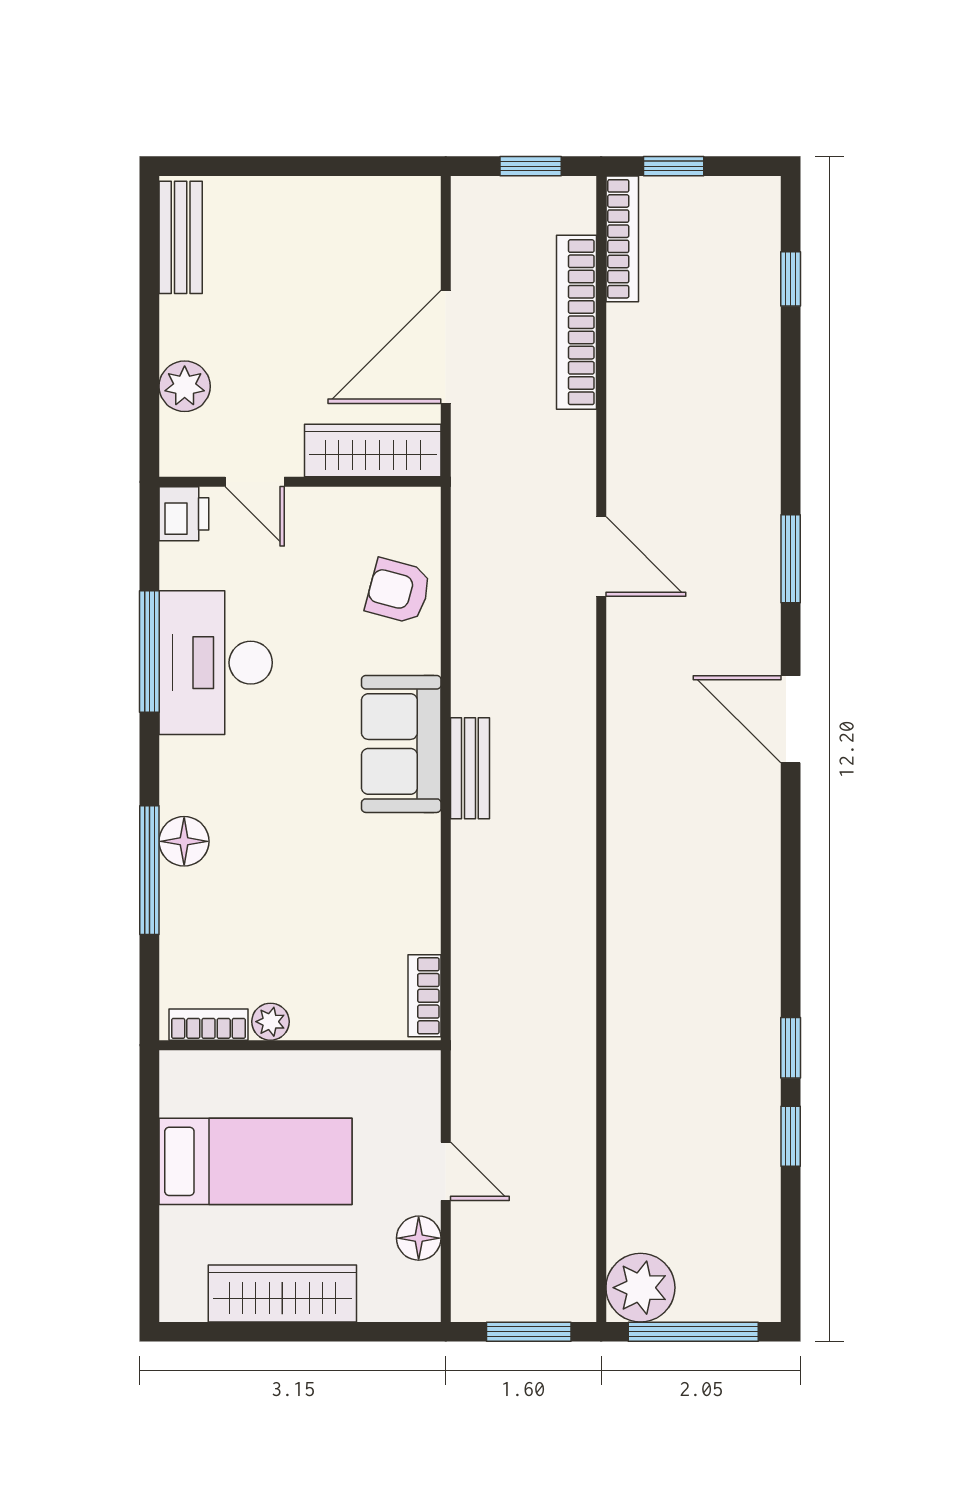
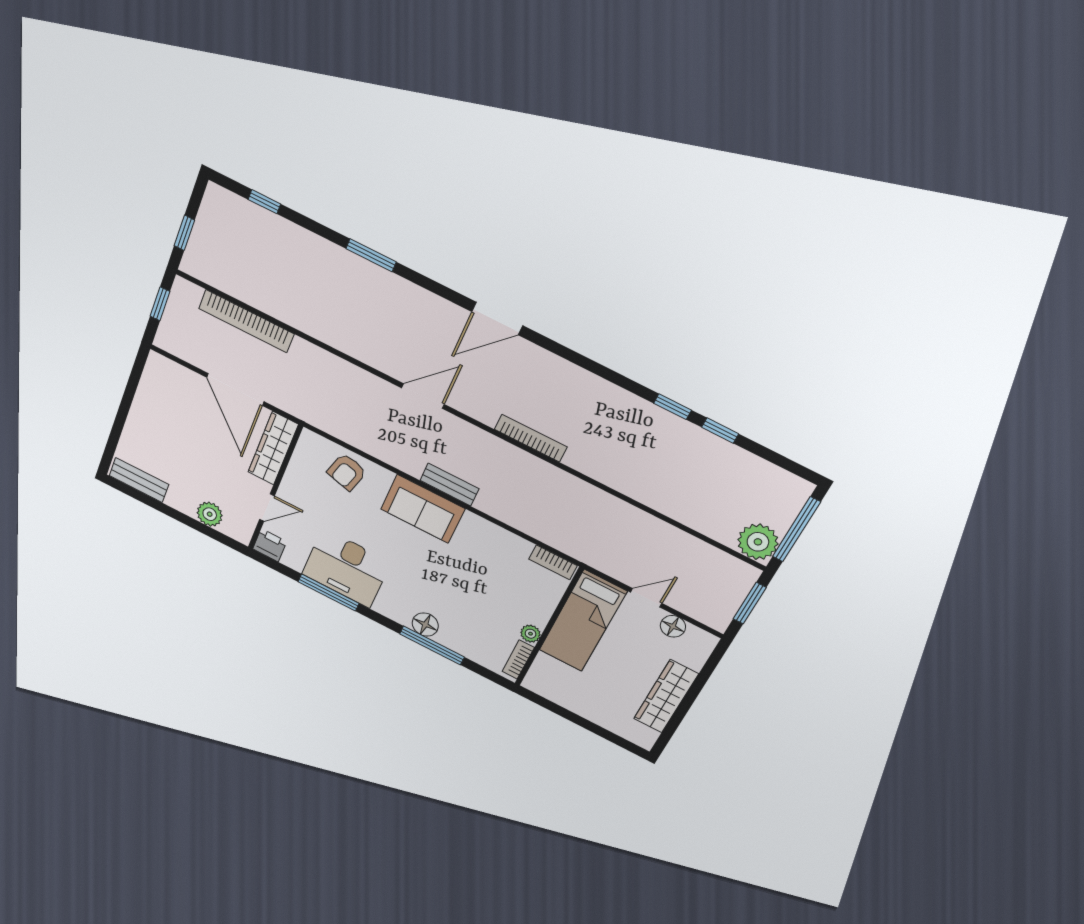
bookcase: (622, 239) -> (531, 438), moved
door: (601, 557) -> (423, 396), moved
window: (791, 559) -> (371, 255), moved
bed: (255, 1161) -> (583, 621), moved, turned 180

